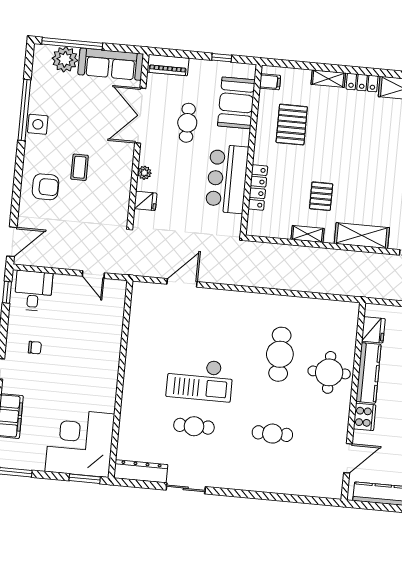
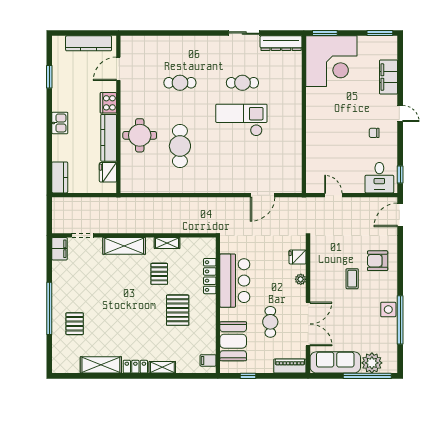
pallet: (292, 125) -> (178, 310), moved

